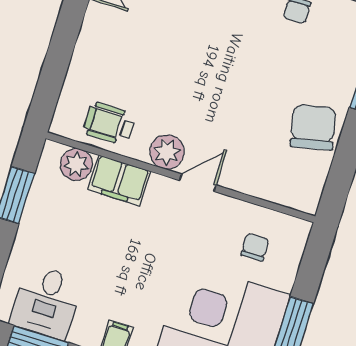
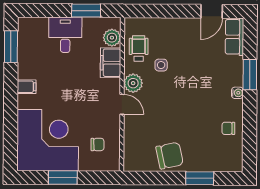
side table: (150, 93) -> (161, 65), added
desk: (46, 302) -> (65, 35), moved, turned 90

